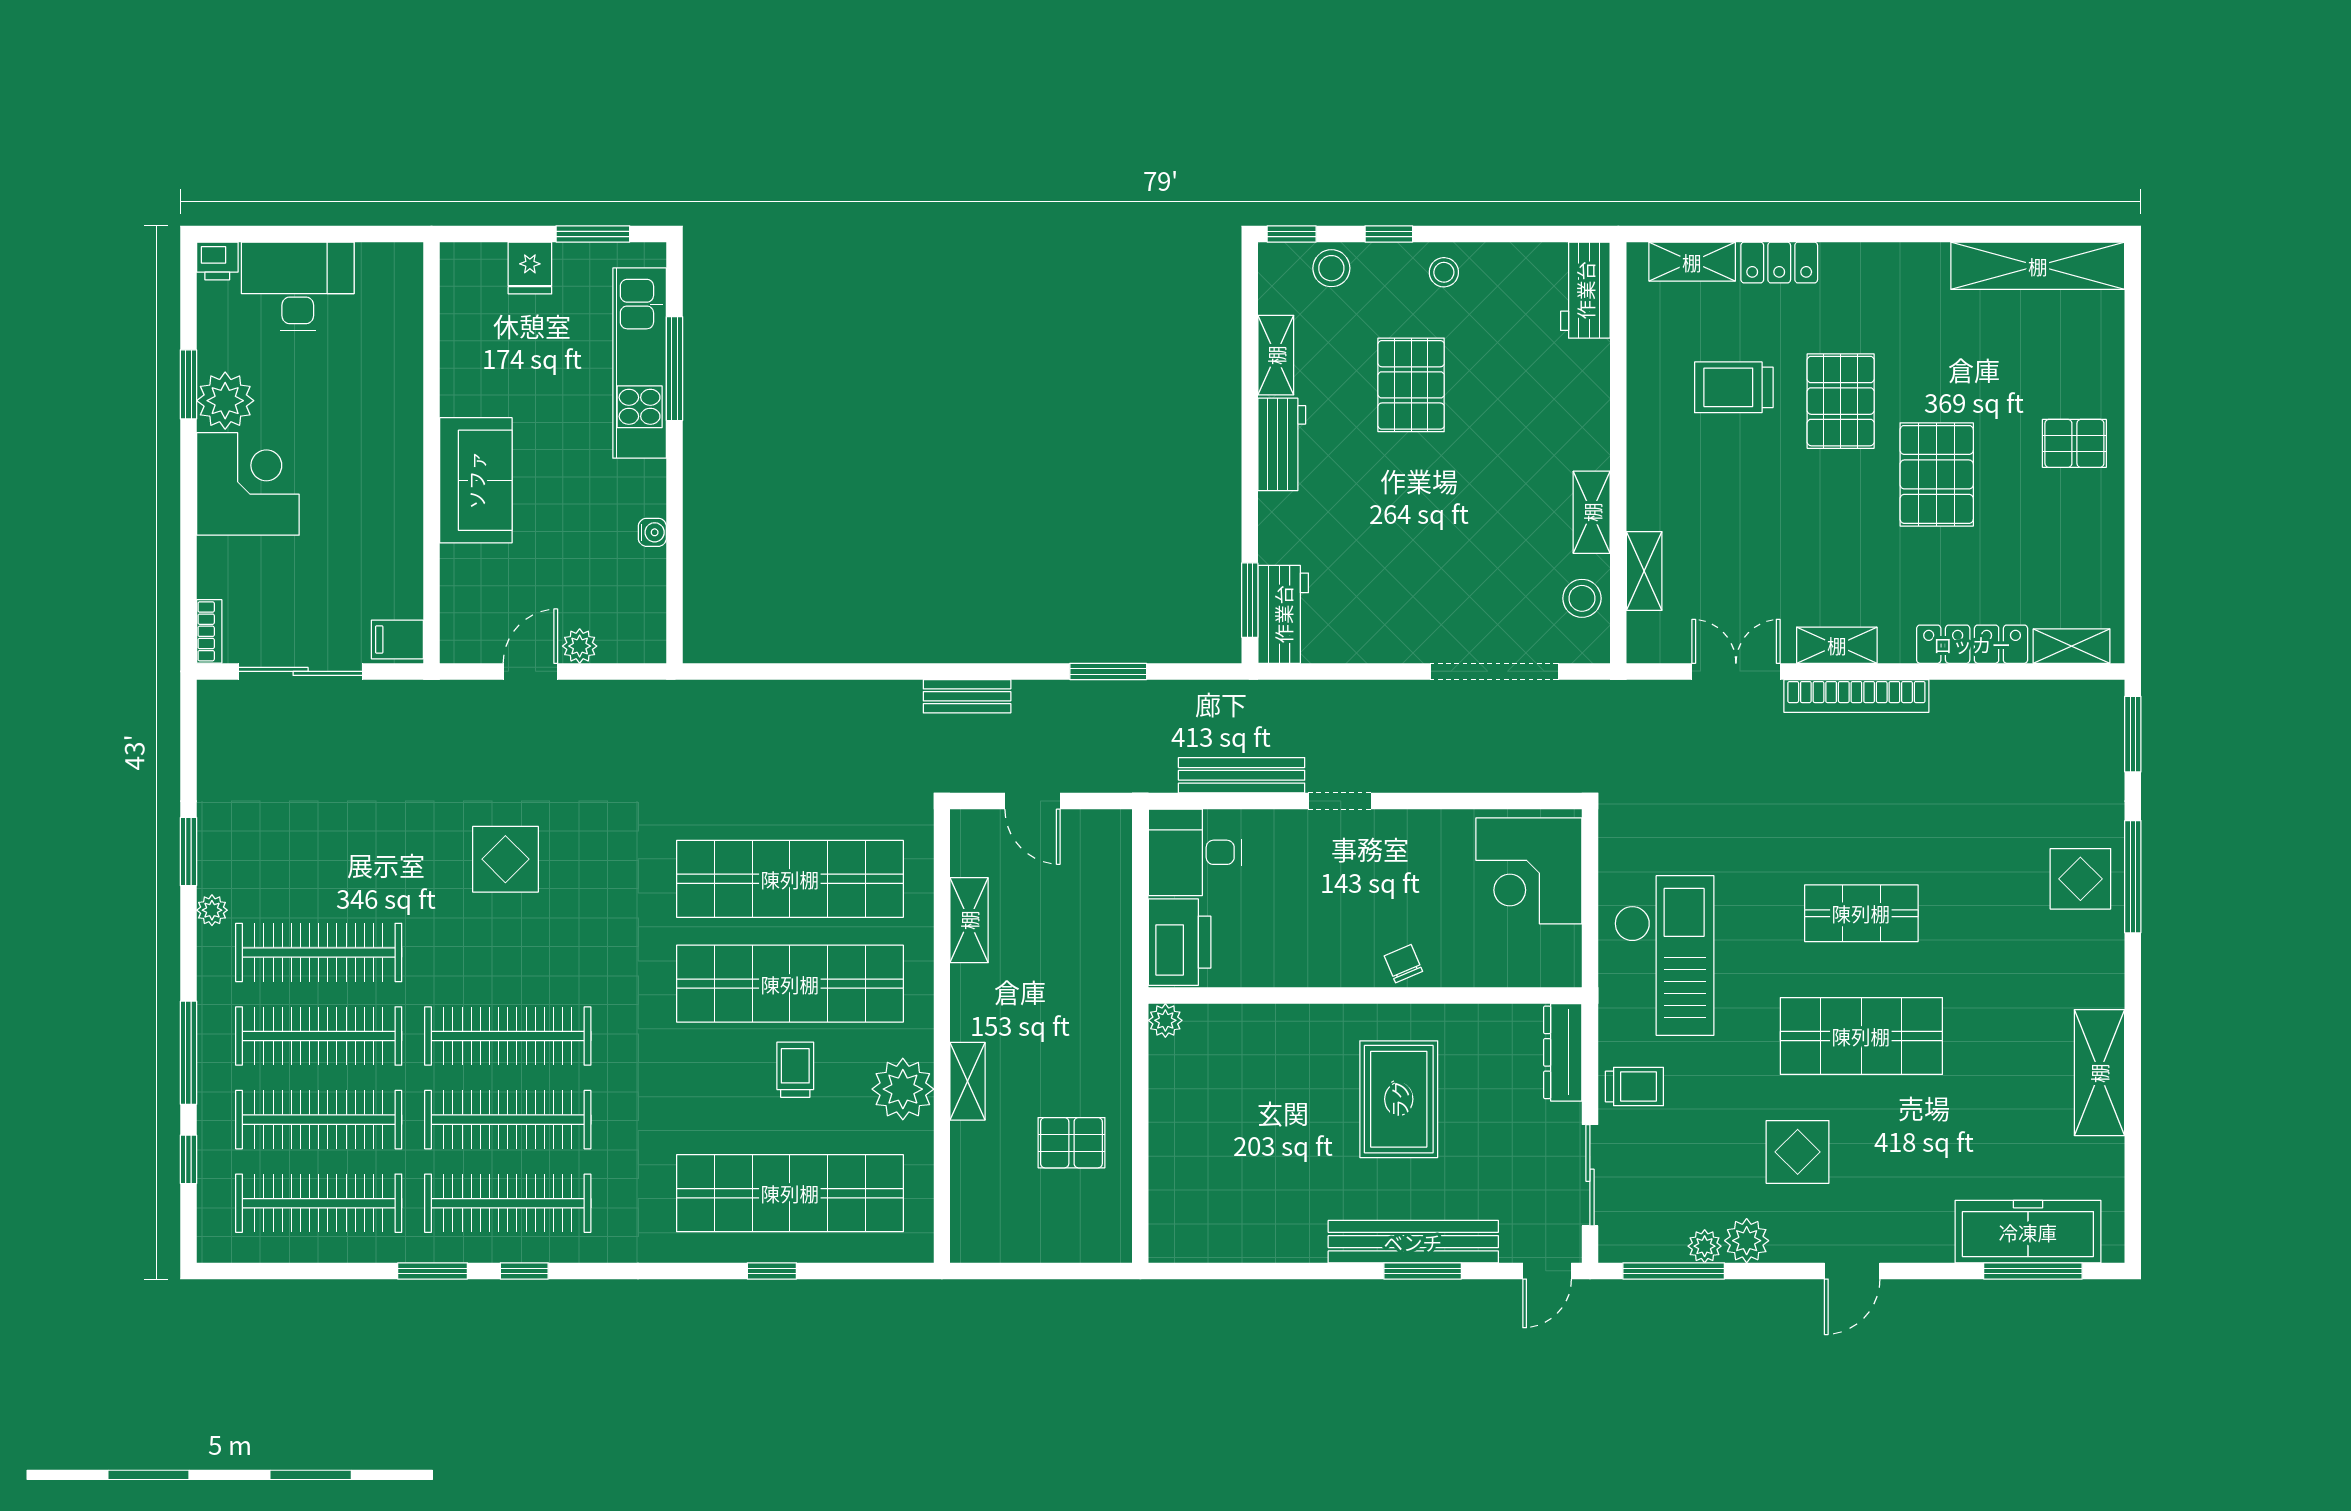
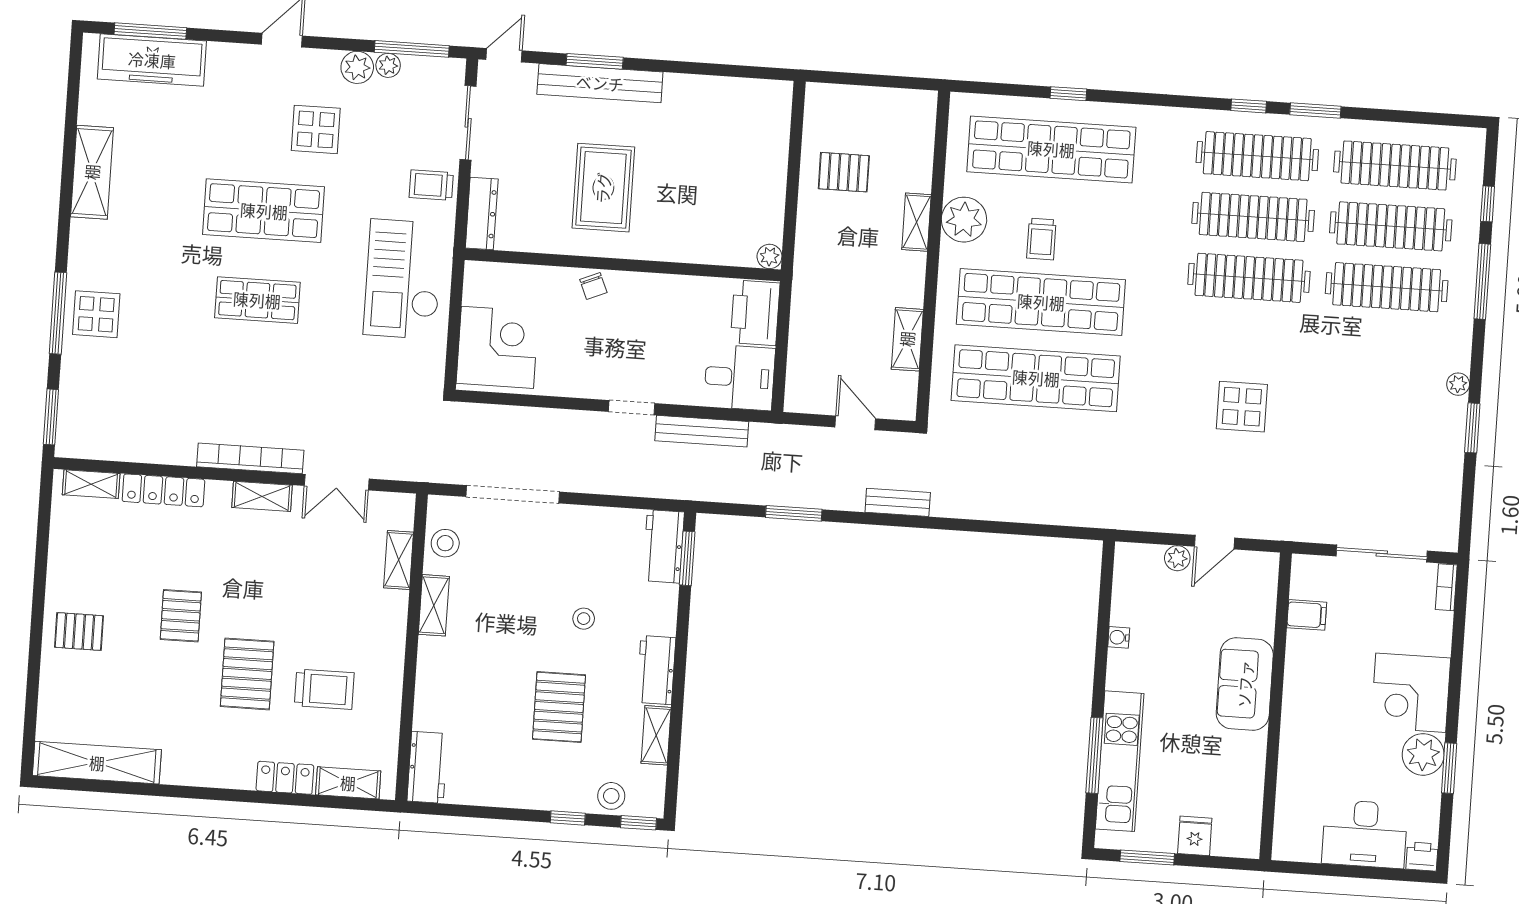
stool: (1444, 272) -> (584, 619), moved
pallet: (1937, 474) -> (181, 616), width x0.67, depth x0.71
filing cabinet: (397, 640) -> (1307, 615), moved
clothes rail: (319, 952) -> (1382, 348), removed

